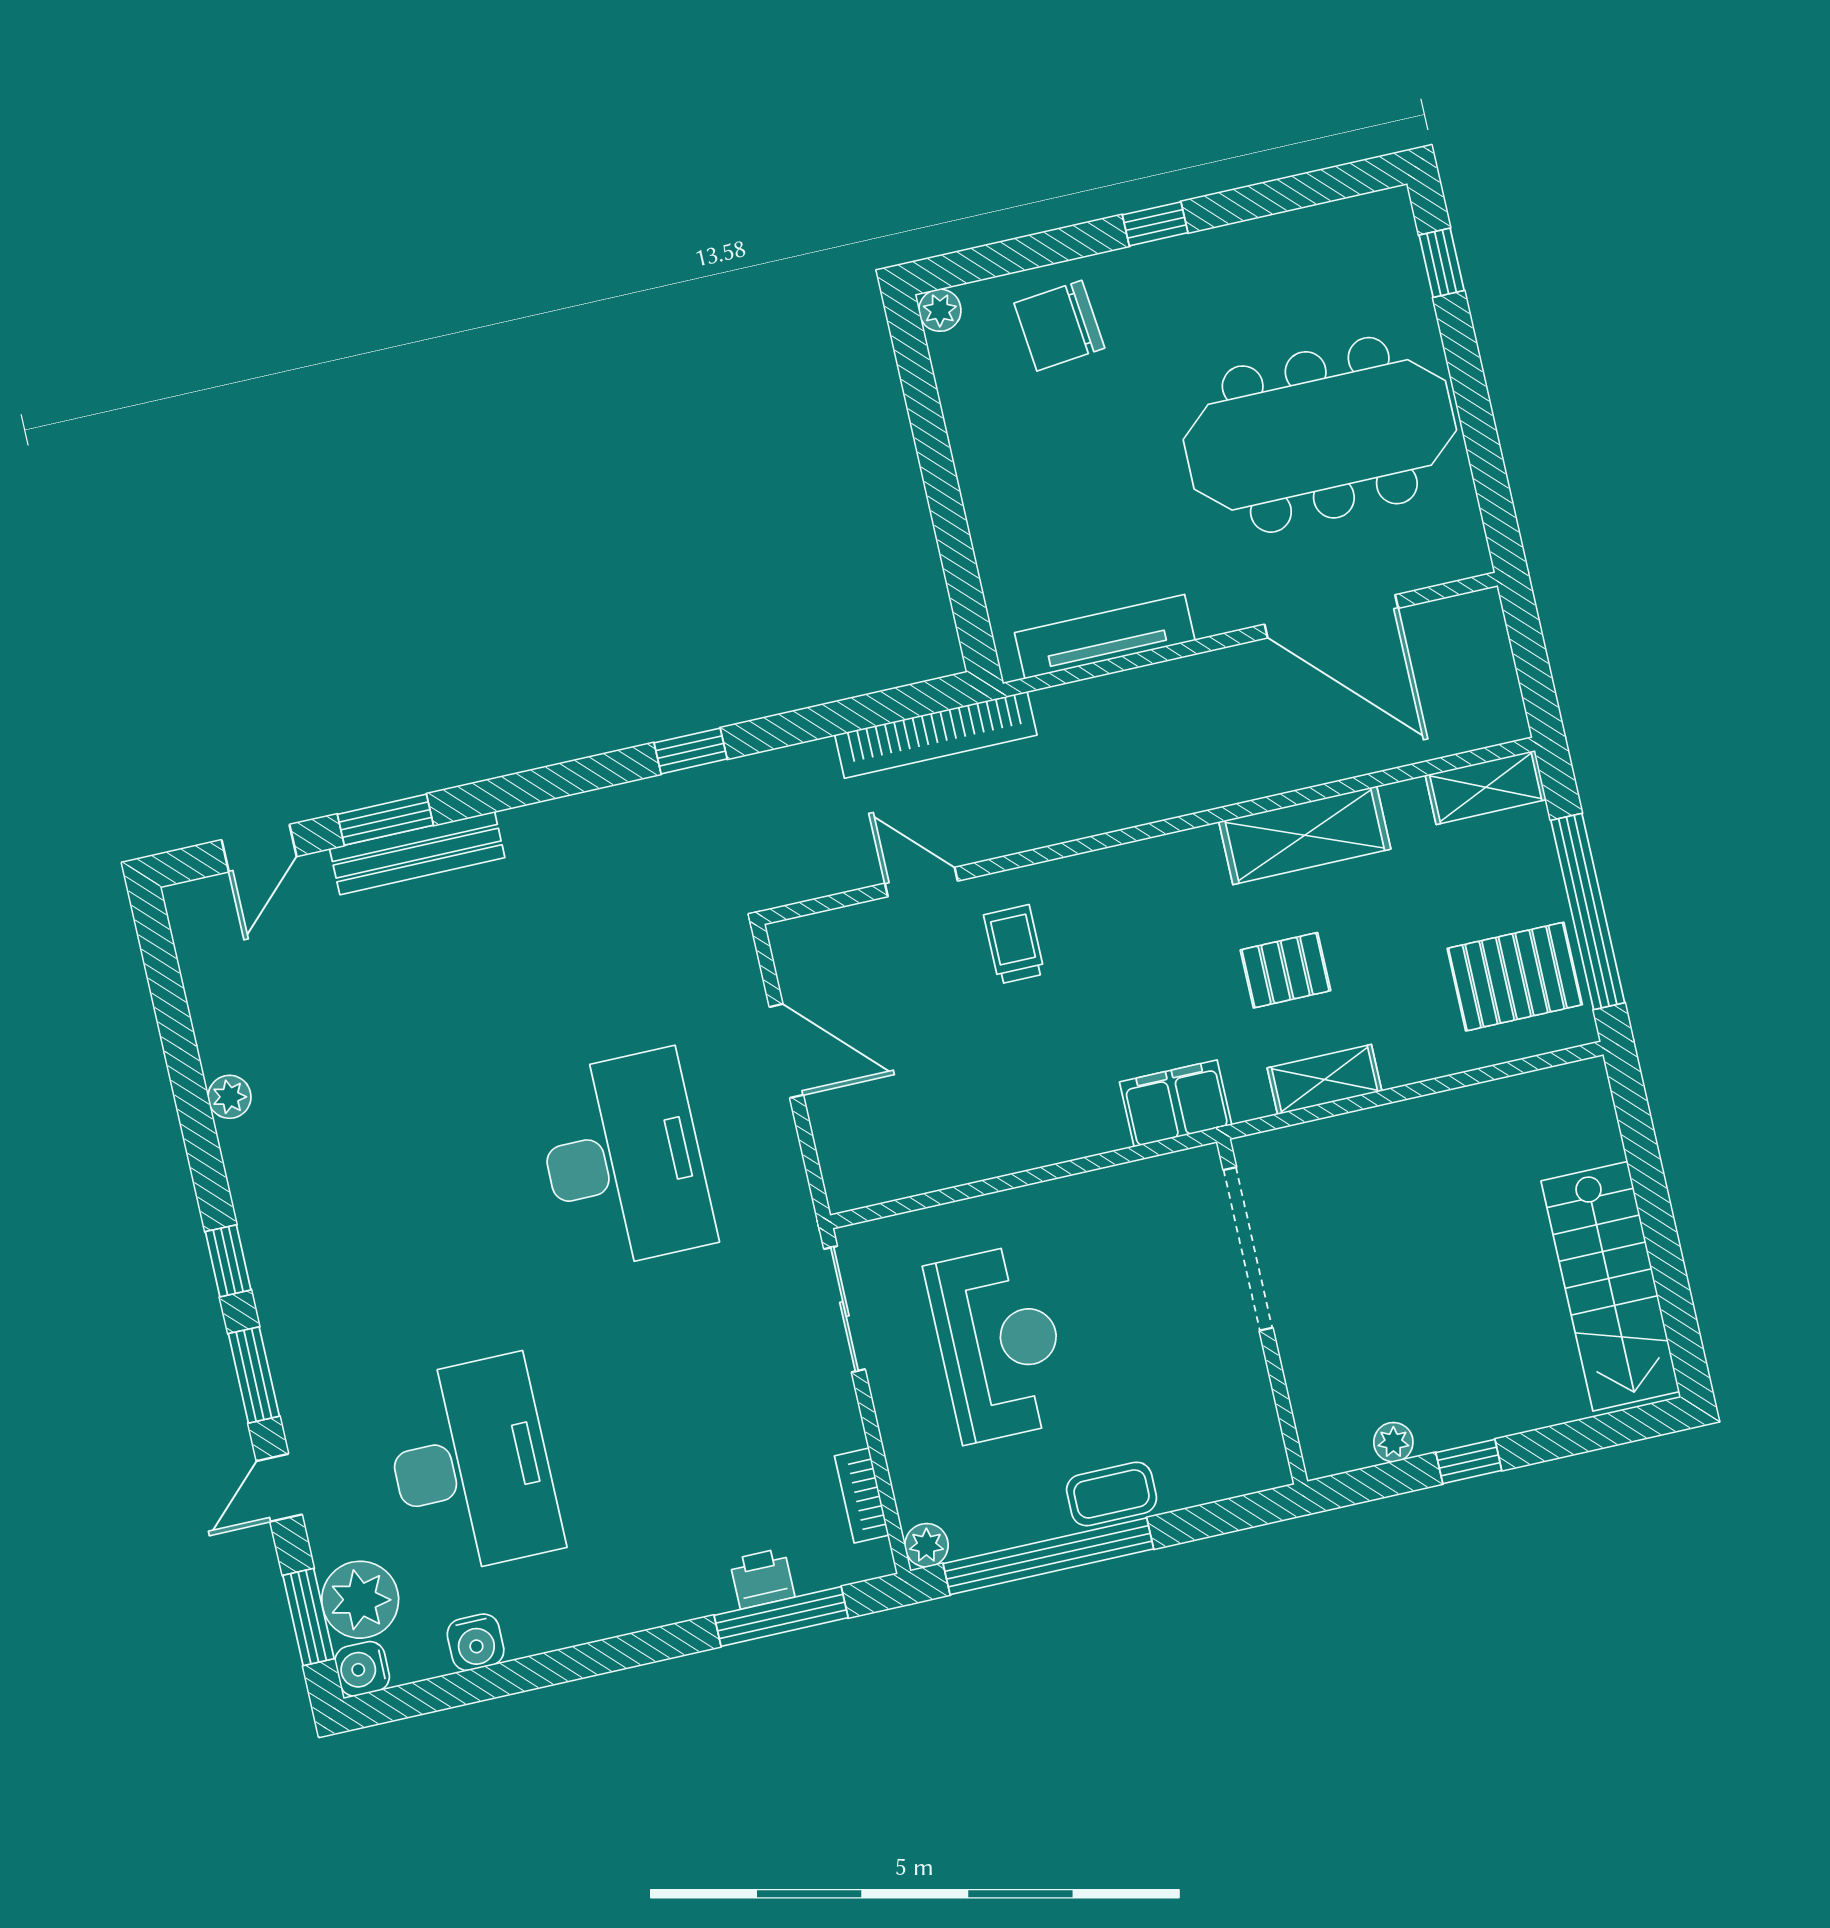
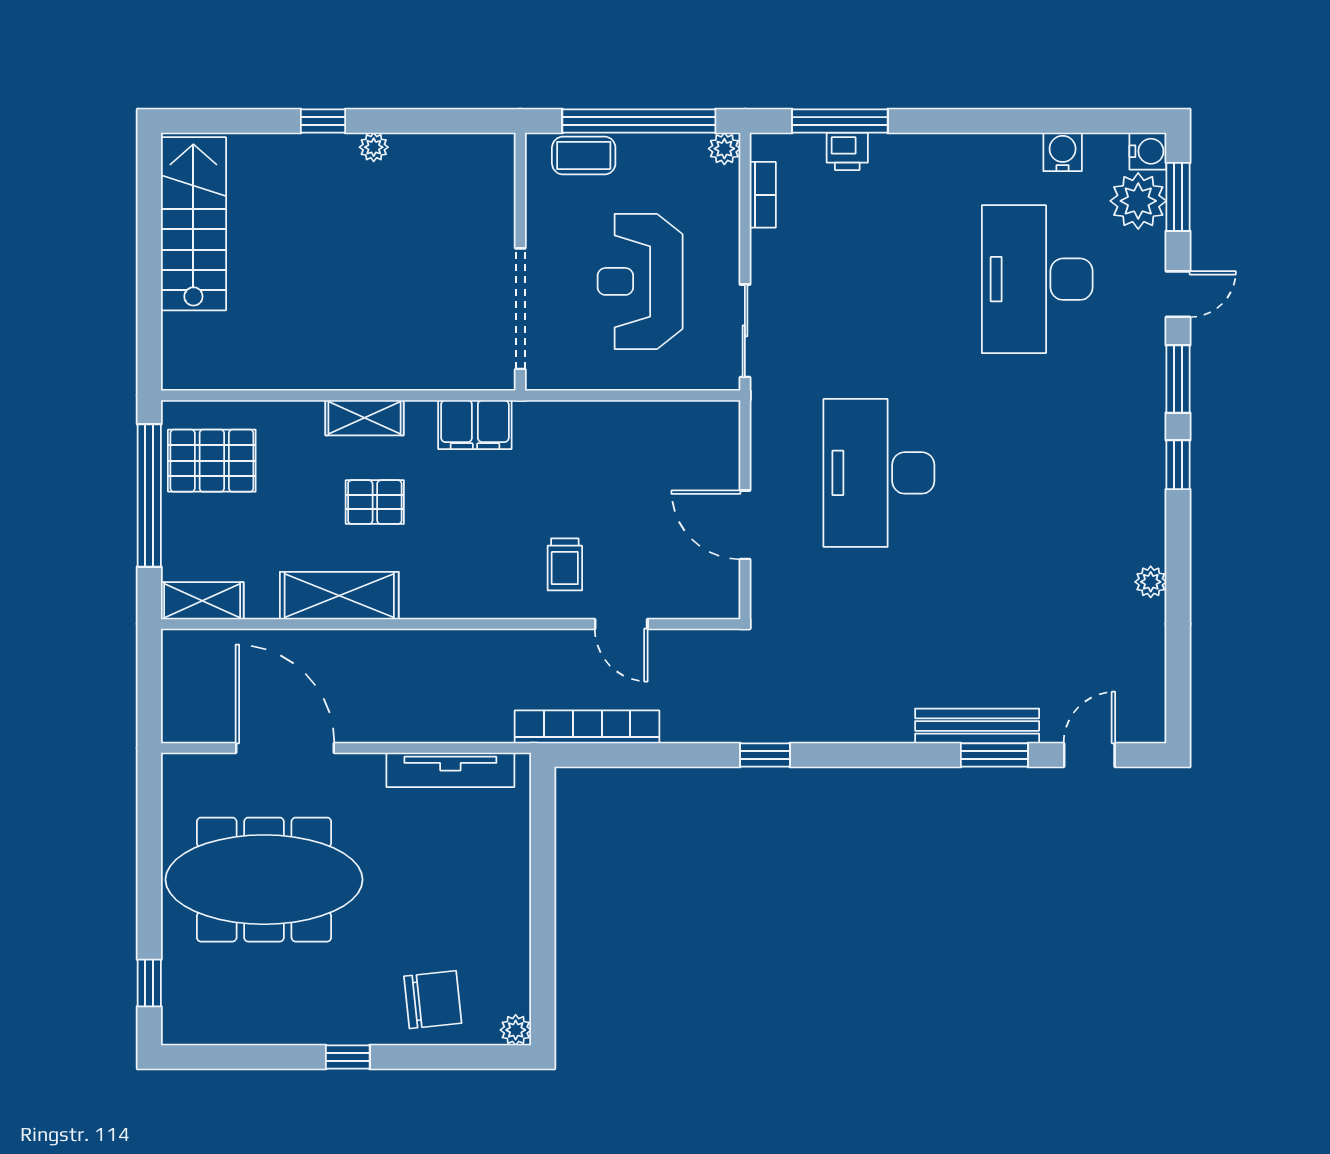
doorway: (1248, 1249) -> (520, 309), moved
wall: (1262, 1312) -> (520, 262), moved

